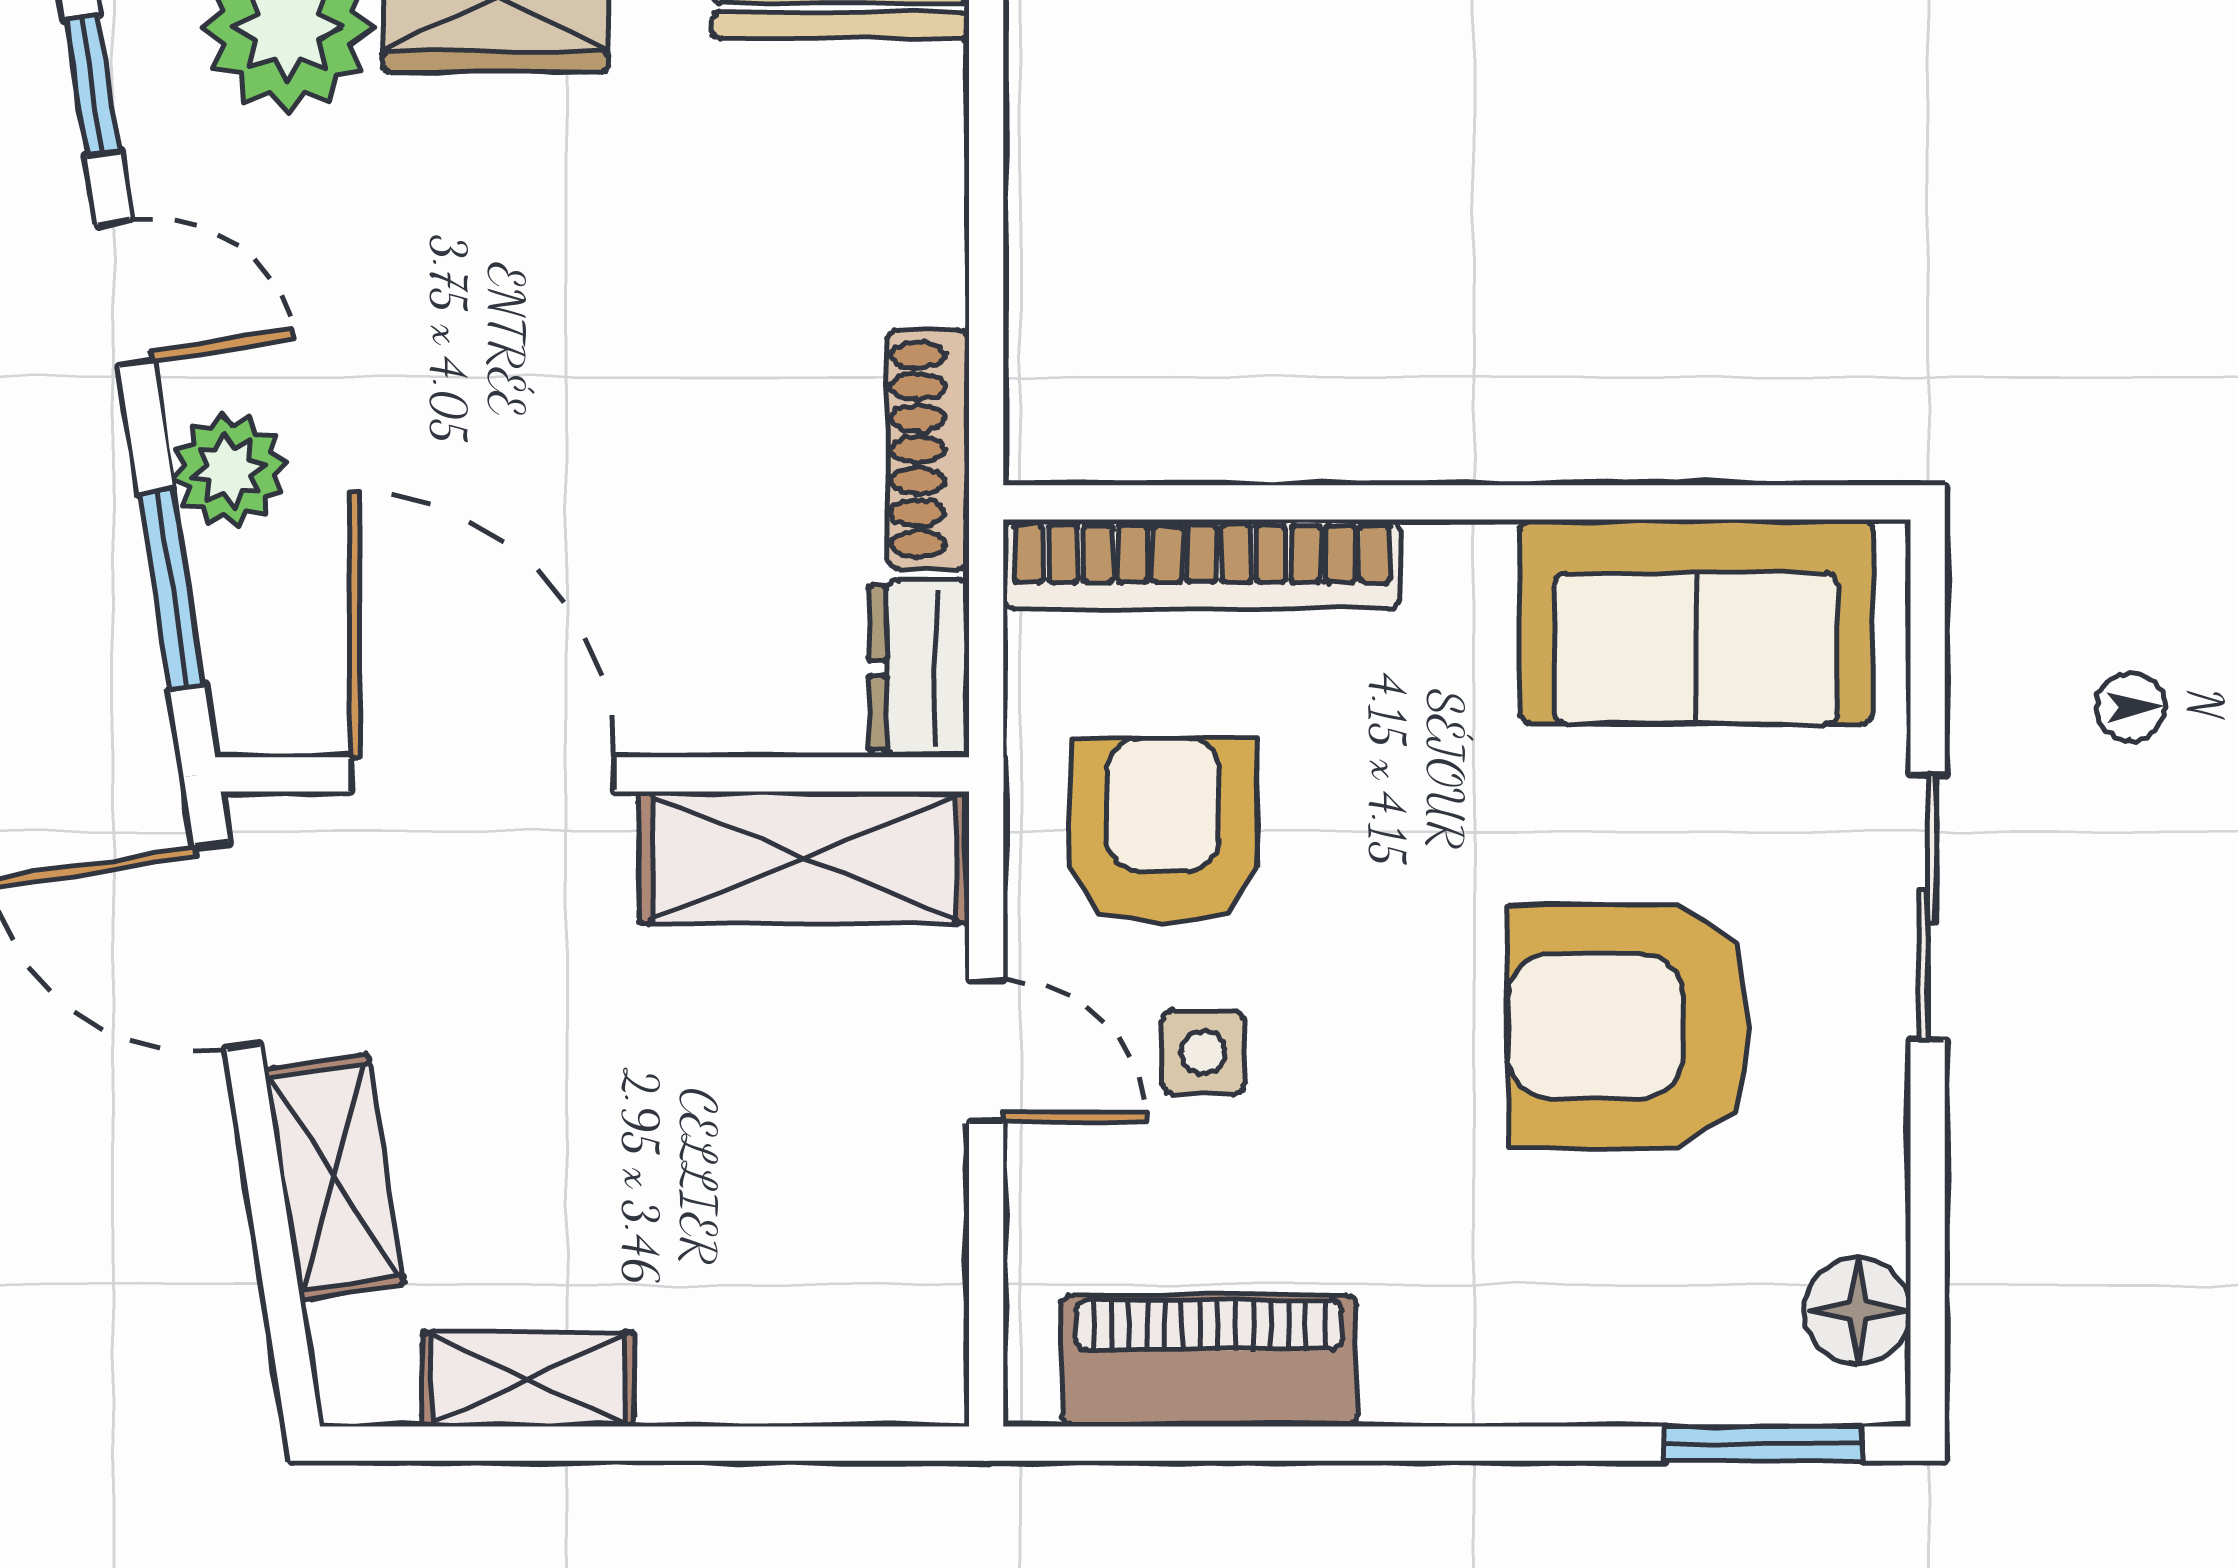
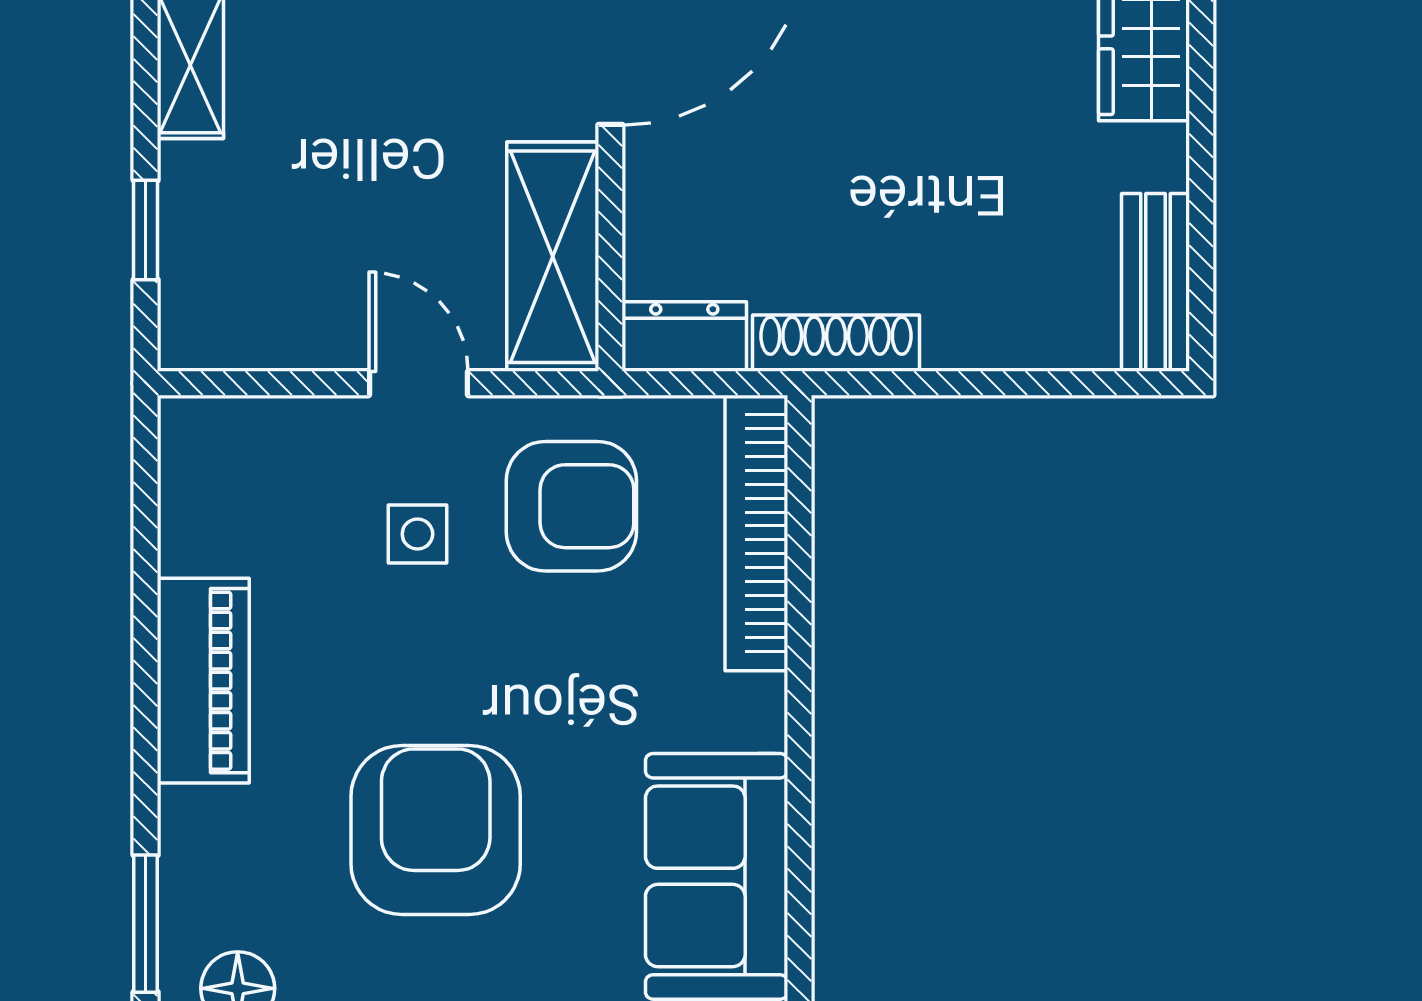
door: (986, 1051) -> (419, 383), swing flipped
piano: (1209, 1361) -> (203, 681), moved
window: (766, 1444) -> (146, 230), added

